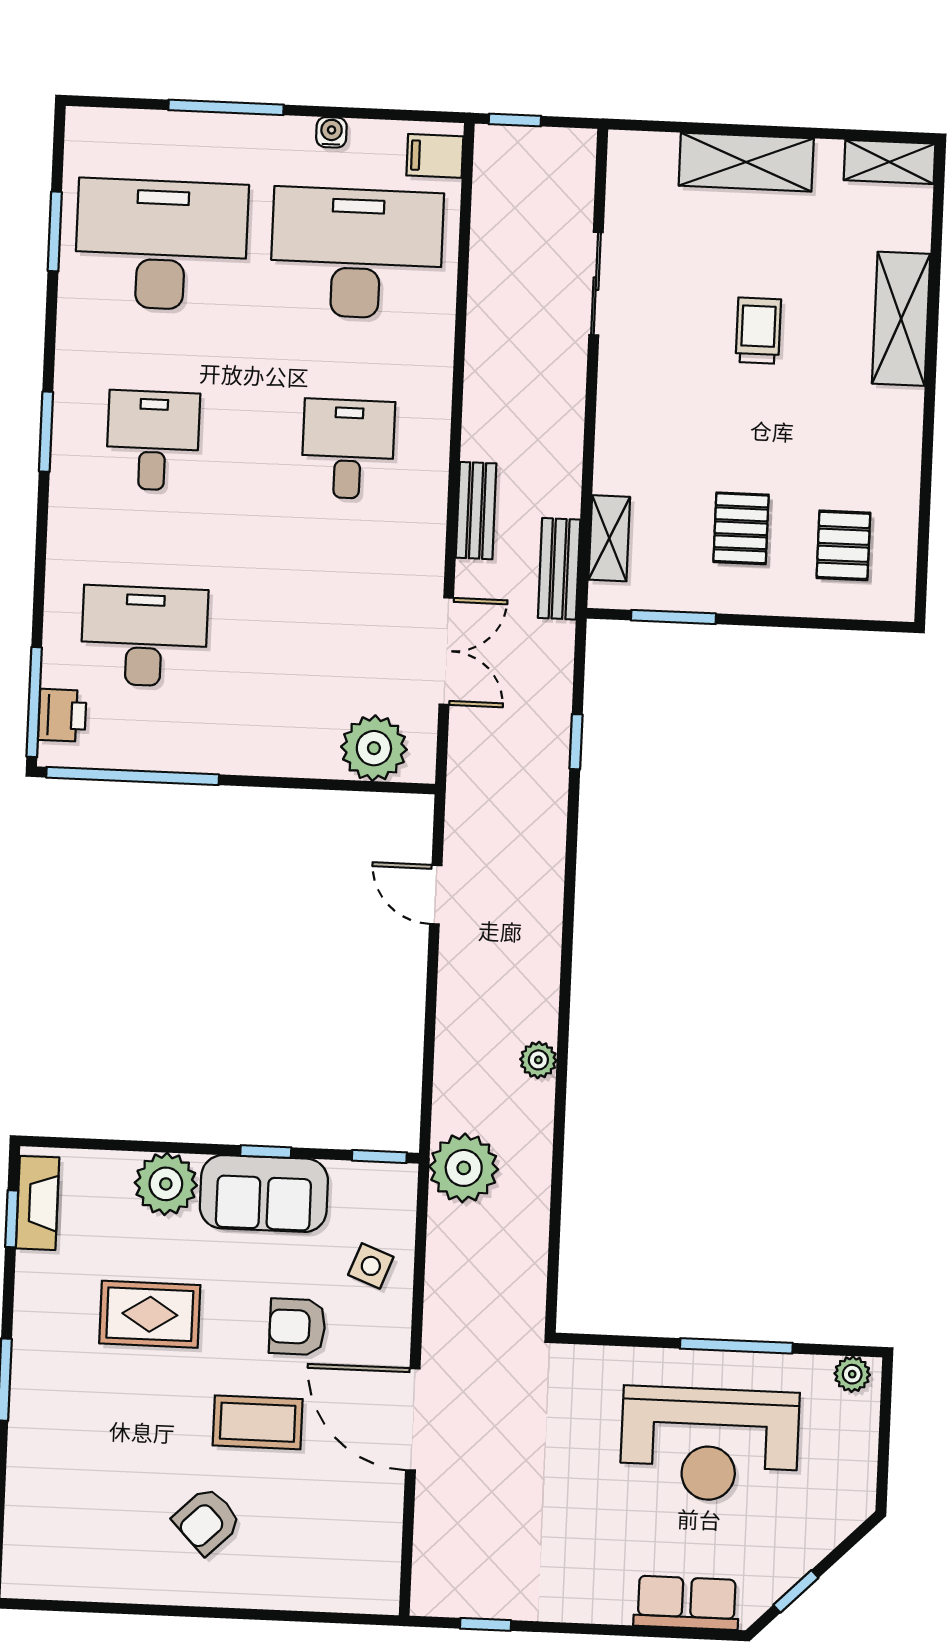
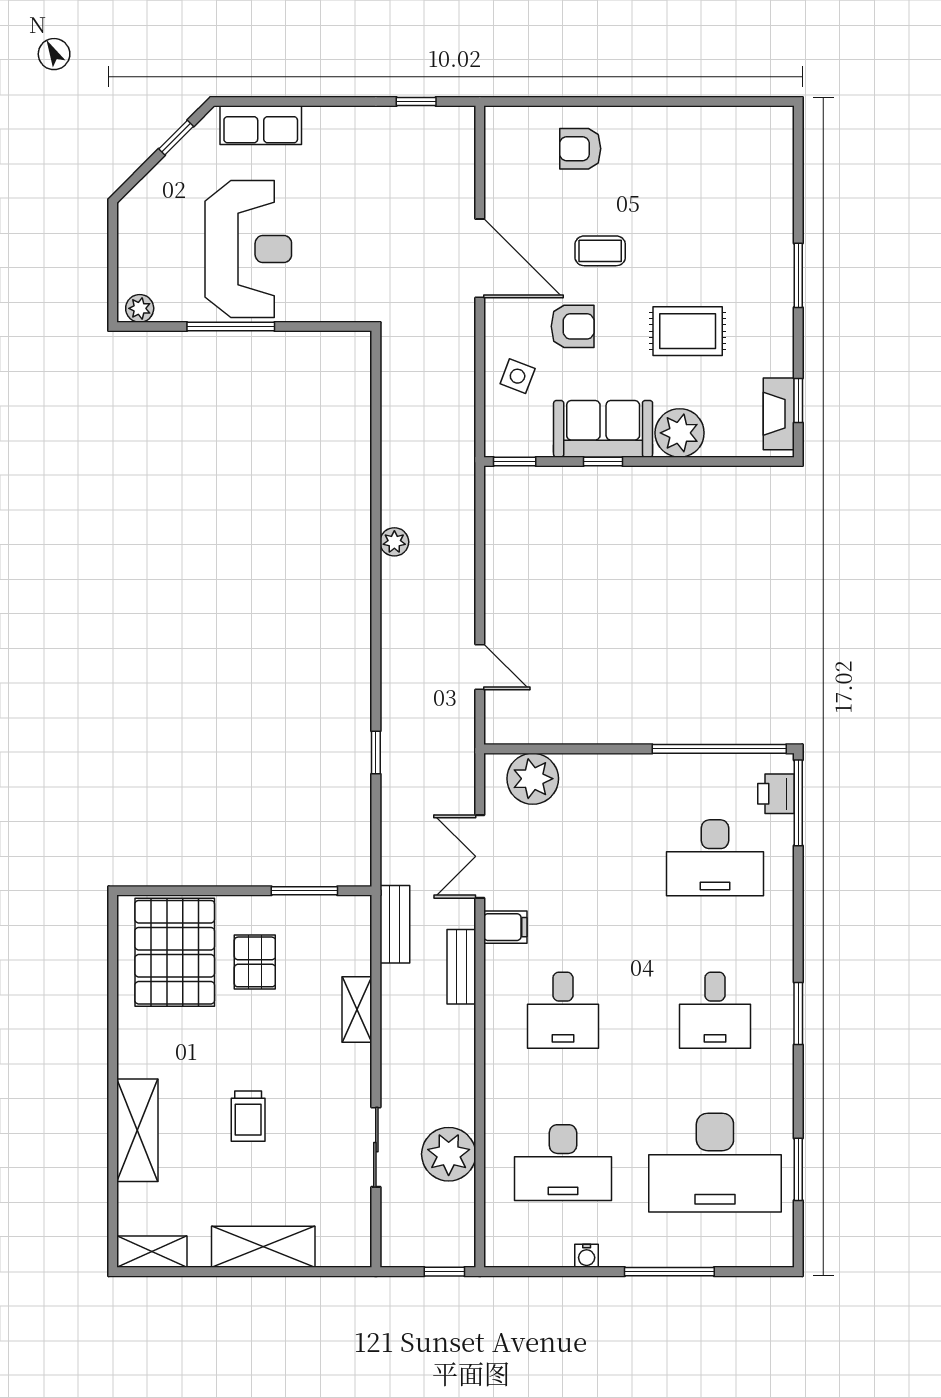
filing cabinet: (435, 156) -> (505, 927), moved
desk: (357, 253) -> (563, 1163), width x0.73, depth x0.77
shelving: (609, 538) -> (357, 1009), moved
pallet: (843, 545) -> (175, 952), width x2.05, depth x2.00
window: (576, 742) -> (376, 753), moved
plant: (464, 1168) -> (449, 1154), moved
coffee table: (258, 1422) -> (600, 251), width x0.73, depth x0.77
reception desk: (709, 1444) -> (248, 249), turned 90
armchair: (207, 1521) -> (580, 149), moved, turned -136

